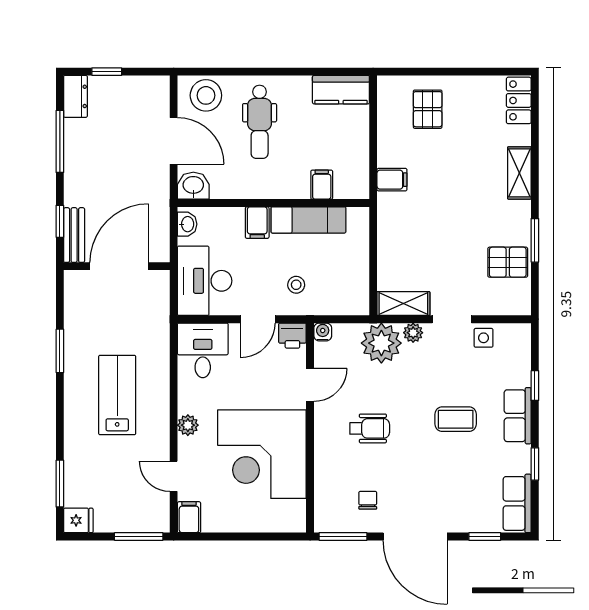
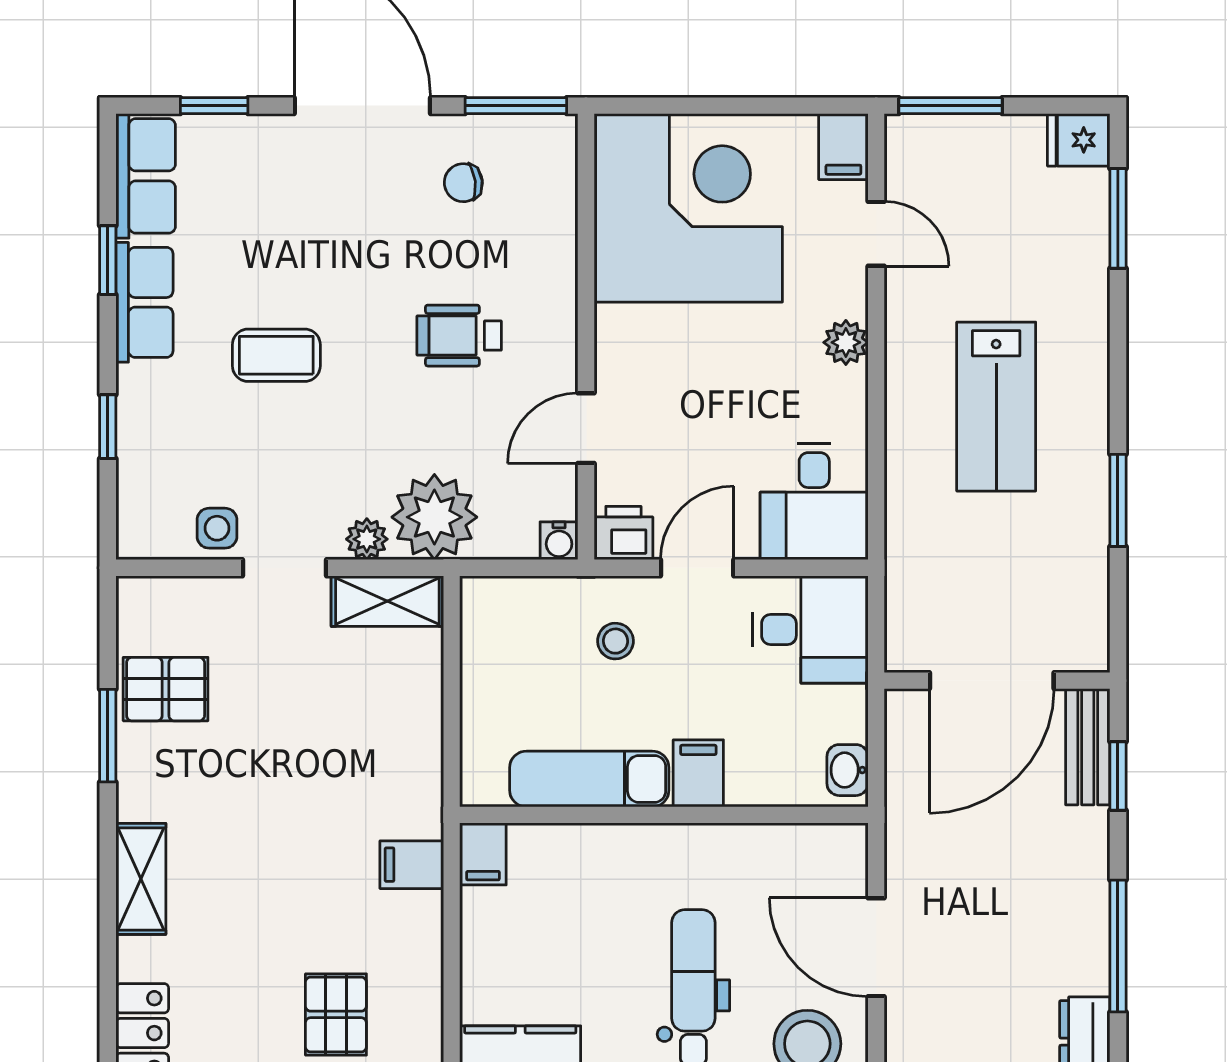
filing cabinet: (322, 185) -> (483, 854), moved
washbasin: (193, 186) -> (834, 852), removed
desk: (205, 281) -> (810, 629), width x0.73
row of seats: (518, 416) -> (144, 302), moved
corner desk: (262, 454) -> (688, 208), moved
chair: (368, 500) -> (463, 183), turned 83

